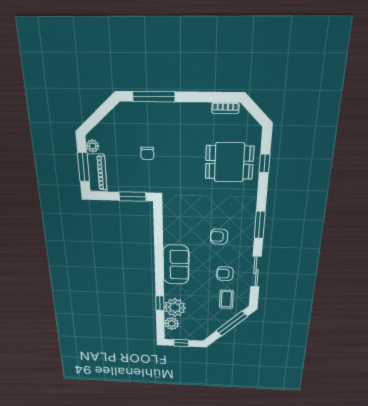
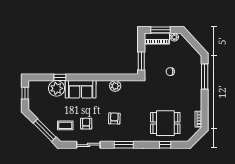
dining table: (229, 162) -> (165, 123), turned 90
sofa: (176, 265) -> (81, 89), moved
plant: (172, 324) -> (115, 86), moved

